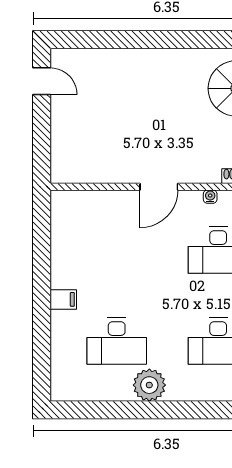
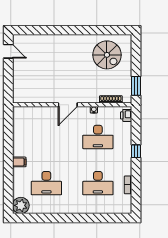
plant: (149, 385) -> (21, 205), moved

